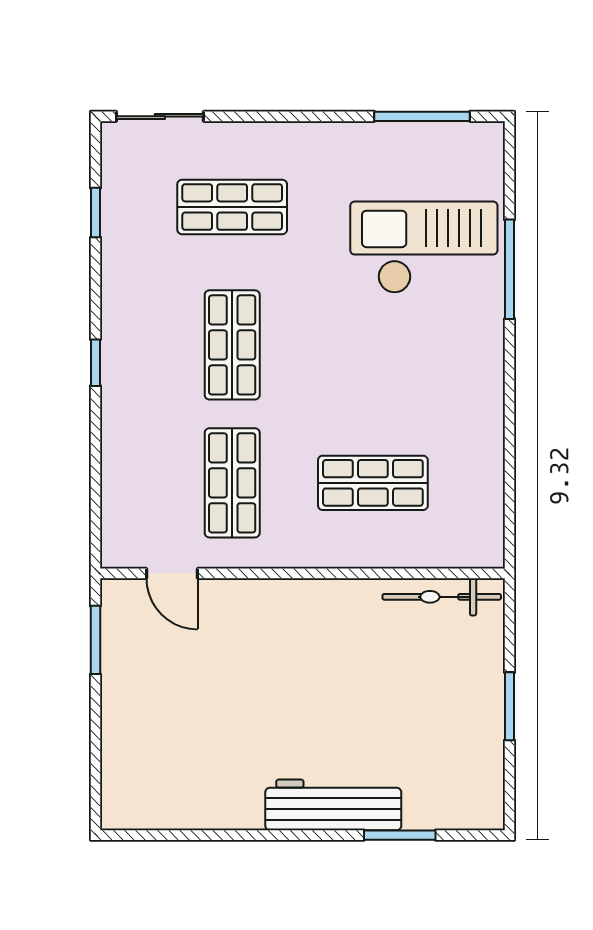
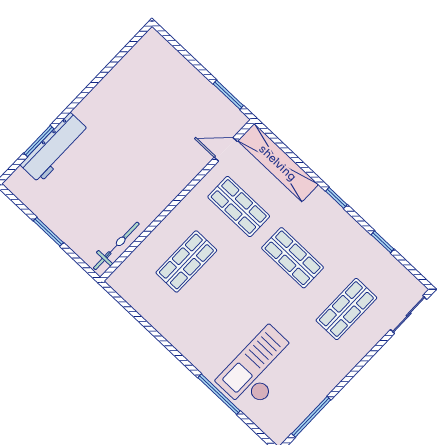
window: (96, 213) -> (383, 242), moved
checkout: (424, 247) -> (259, 369), turned 180
shelving: (123, 486) -> (278, 163), added
workbench: (333, 805) -> (55, 148), moved

